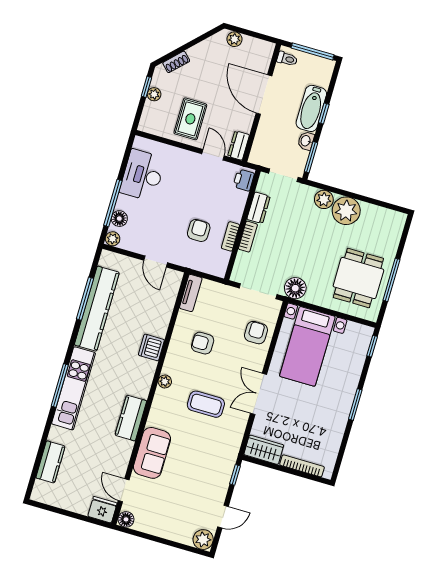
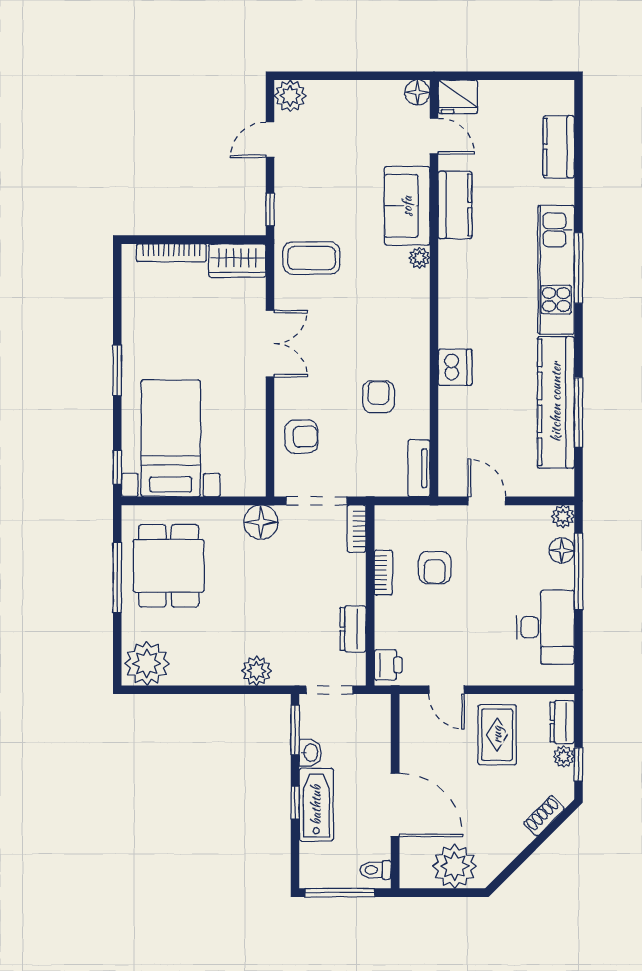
plant: (234, 39) -> (455, 866), width x1.88, depth x1.88
dresser: (239, 145) -> (562, 722), moved, turned 180
plant: (346, 211) -> (147, 663), moved
bookcase: (248, 237) -> (356, 529), moved
armchair: (256, 333) -> (301, 437), turned -90
armchair: (203, 343) -> (379, 397), turned -90
bed with nightstands: (307, 346) -> (171, 438), moved
plant: (165, 382) -> (419, 258), moved
coffee table: (206, 404) -> (311, 258), moved
kitchen counter: (131, 418) -> (455, 205), moved

